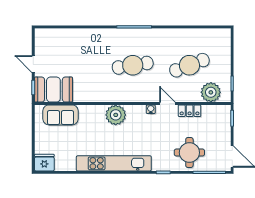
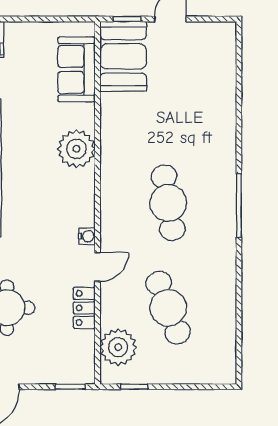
plant: (116, 115) -> (76, 149), moved

